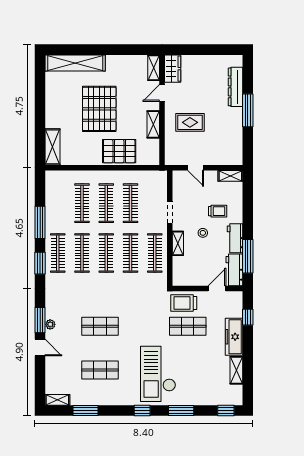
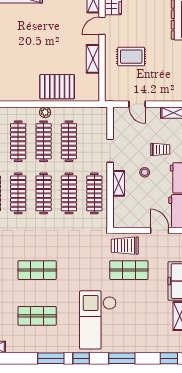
pallet: (99, 109) -> (36, 42), removed
plant: (108, 176) -> (45, 112), added
door: (217, 288) -> (160, 230), hinge flipped
window: (85, 411) -> (51, 358), moved

